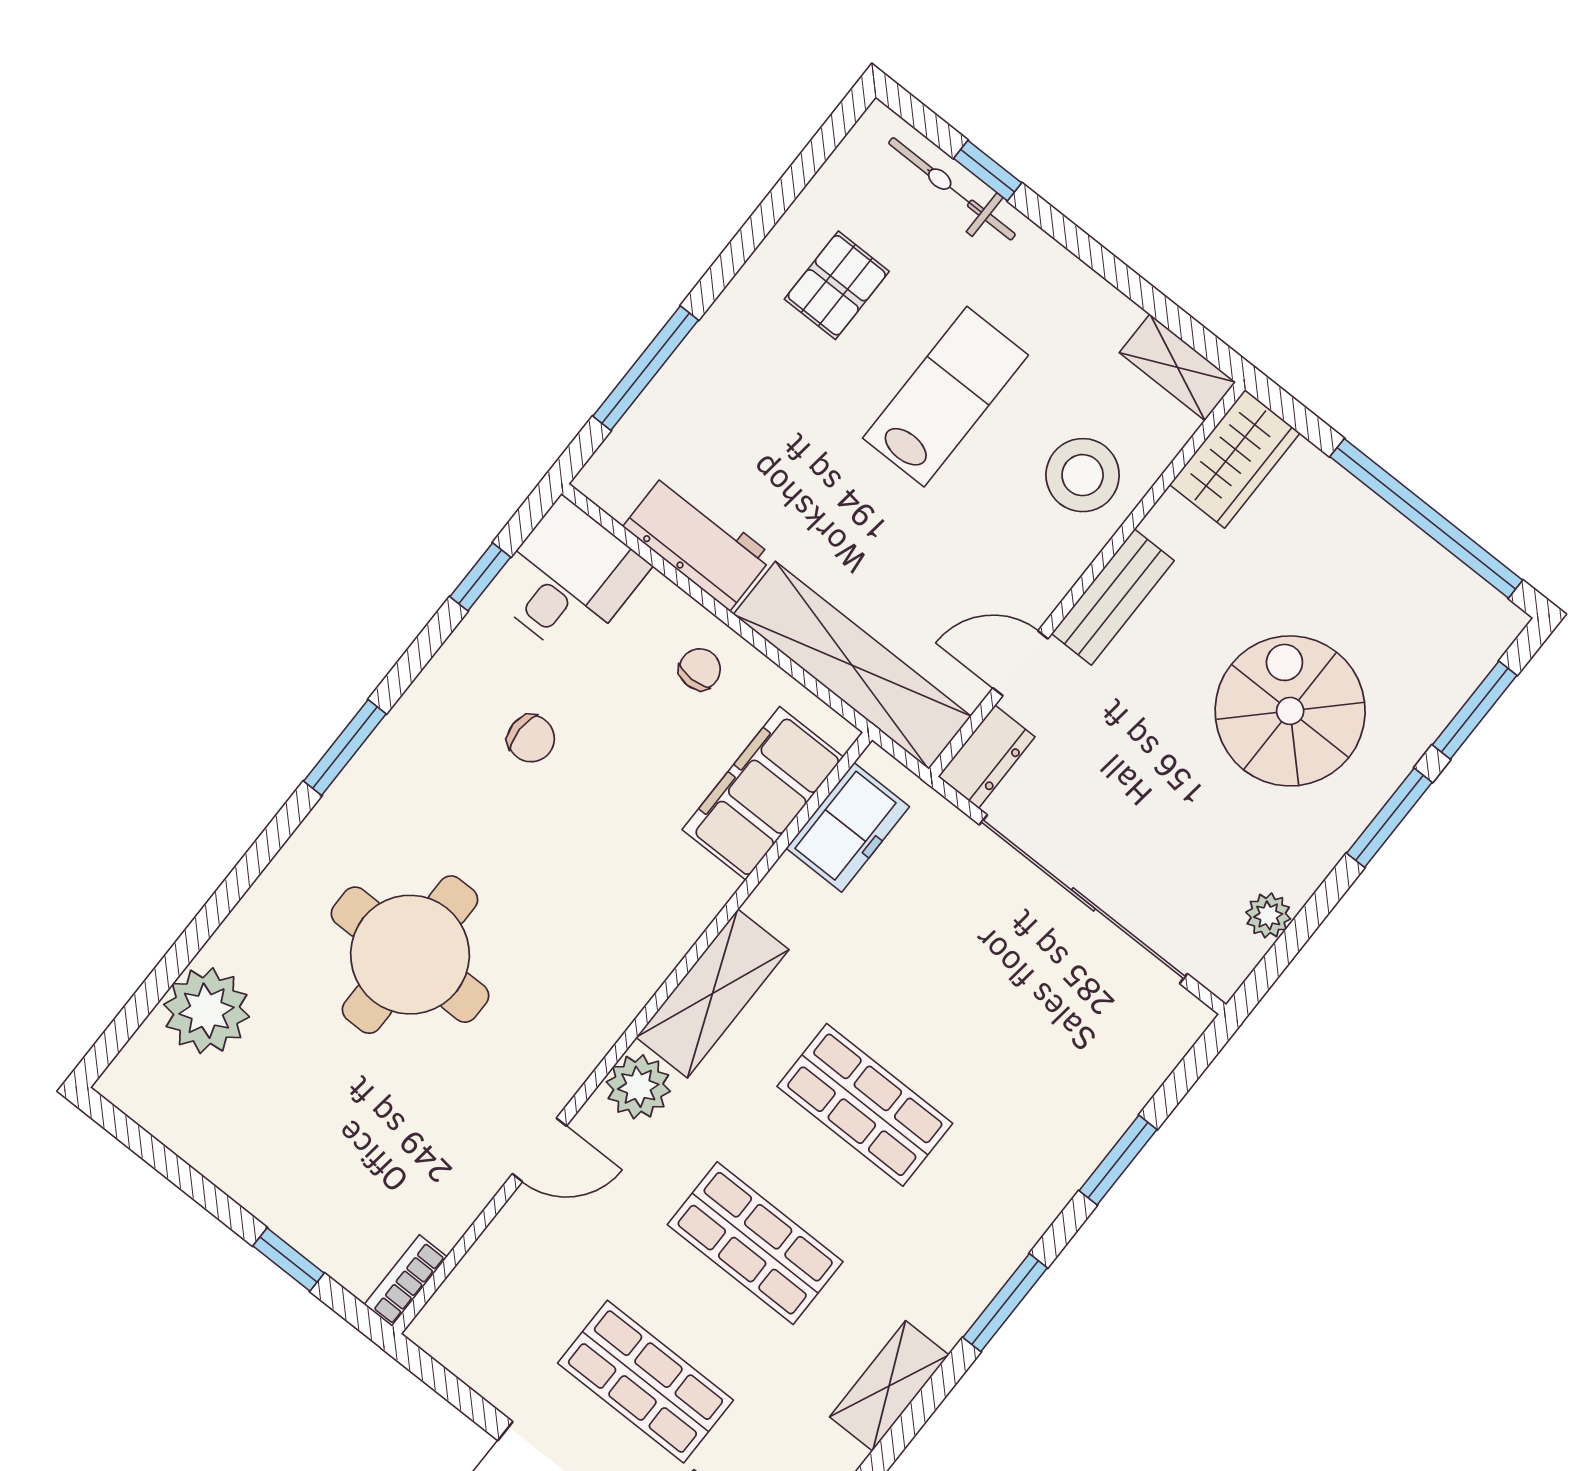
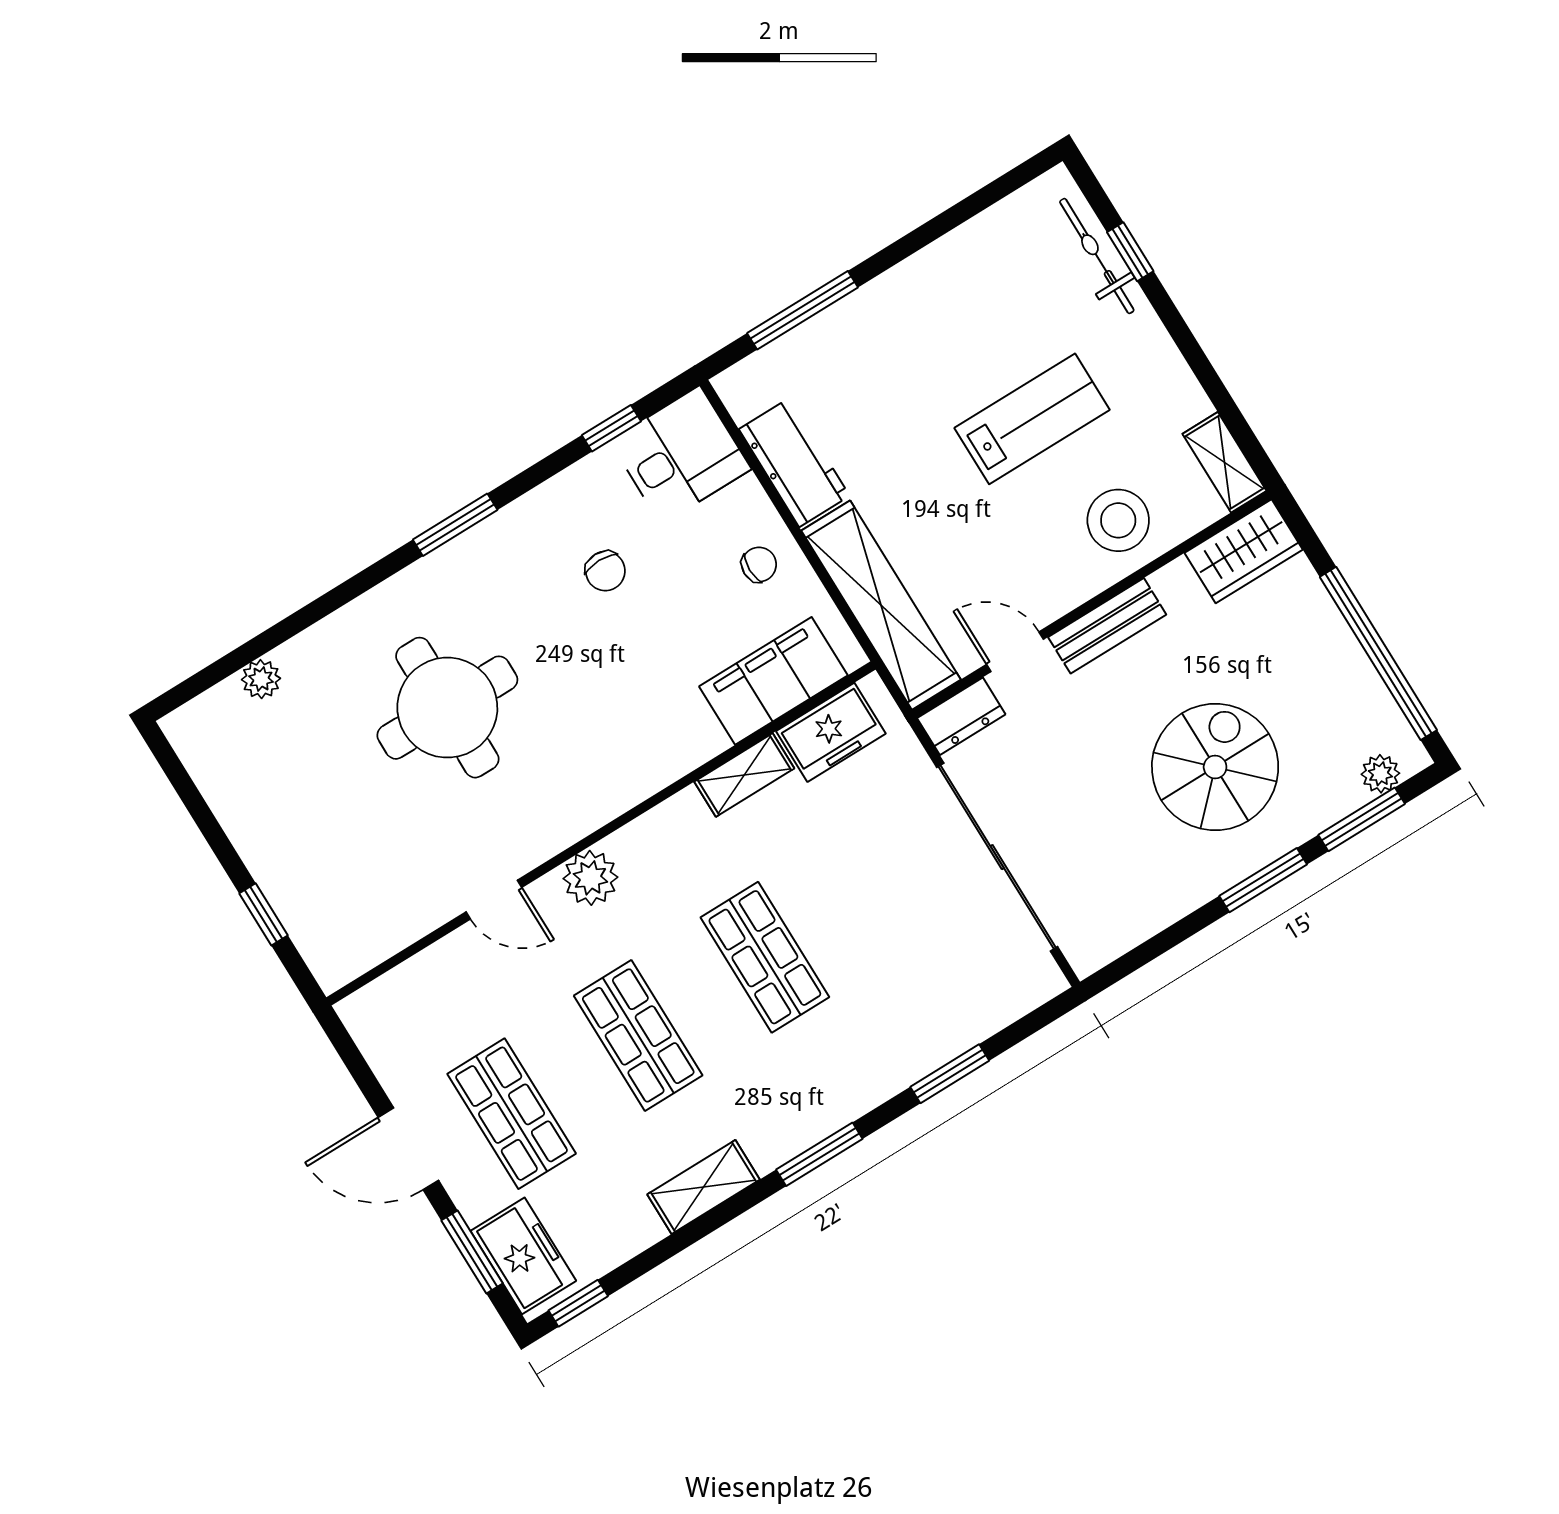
pallet: (837, 285) -> (978, 299), removed
plant: (1268, 915) -> (1380, 774), moved
shelving: (713, 994) -> (744, 775), moved, width x0.67, depth x0.75
plant: (207, 1011) -> (261, 679), width x0.53, depth x0.53
bookcase: (406, 1281) -> (350, 965), removed

